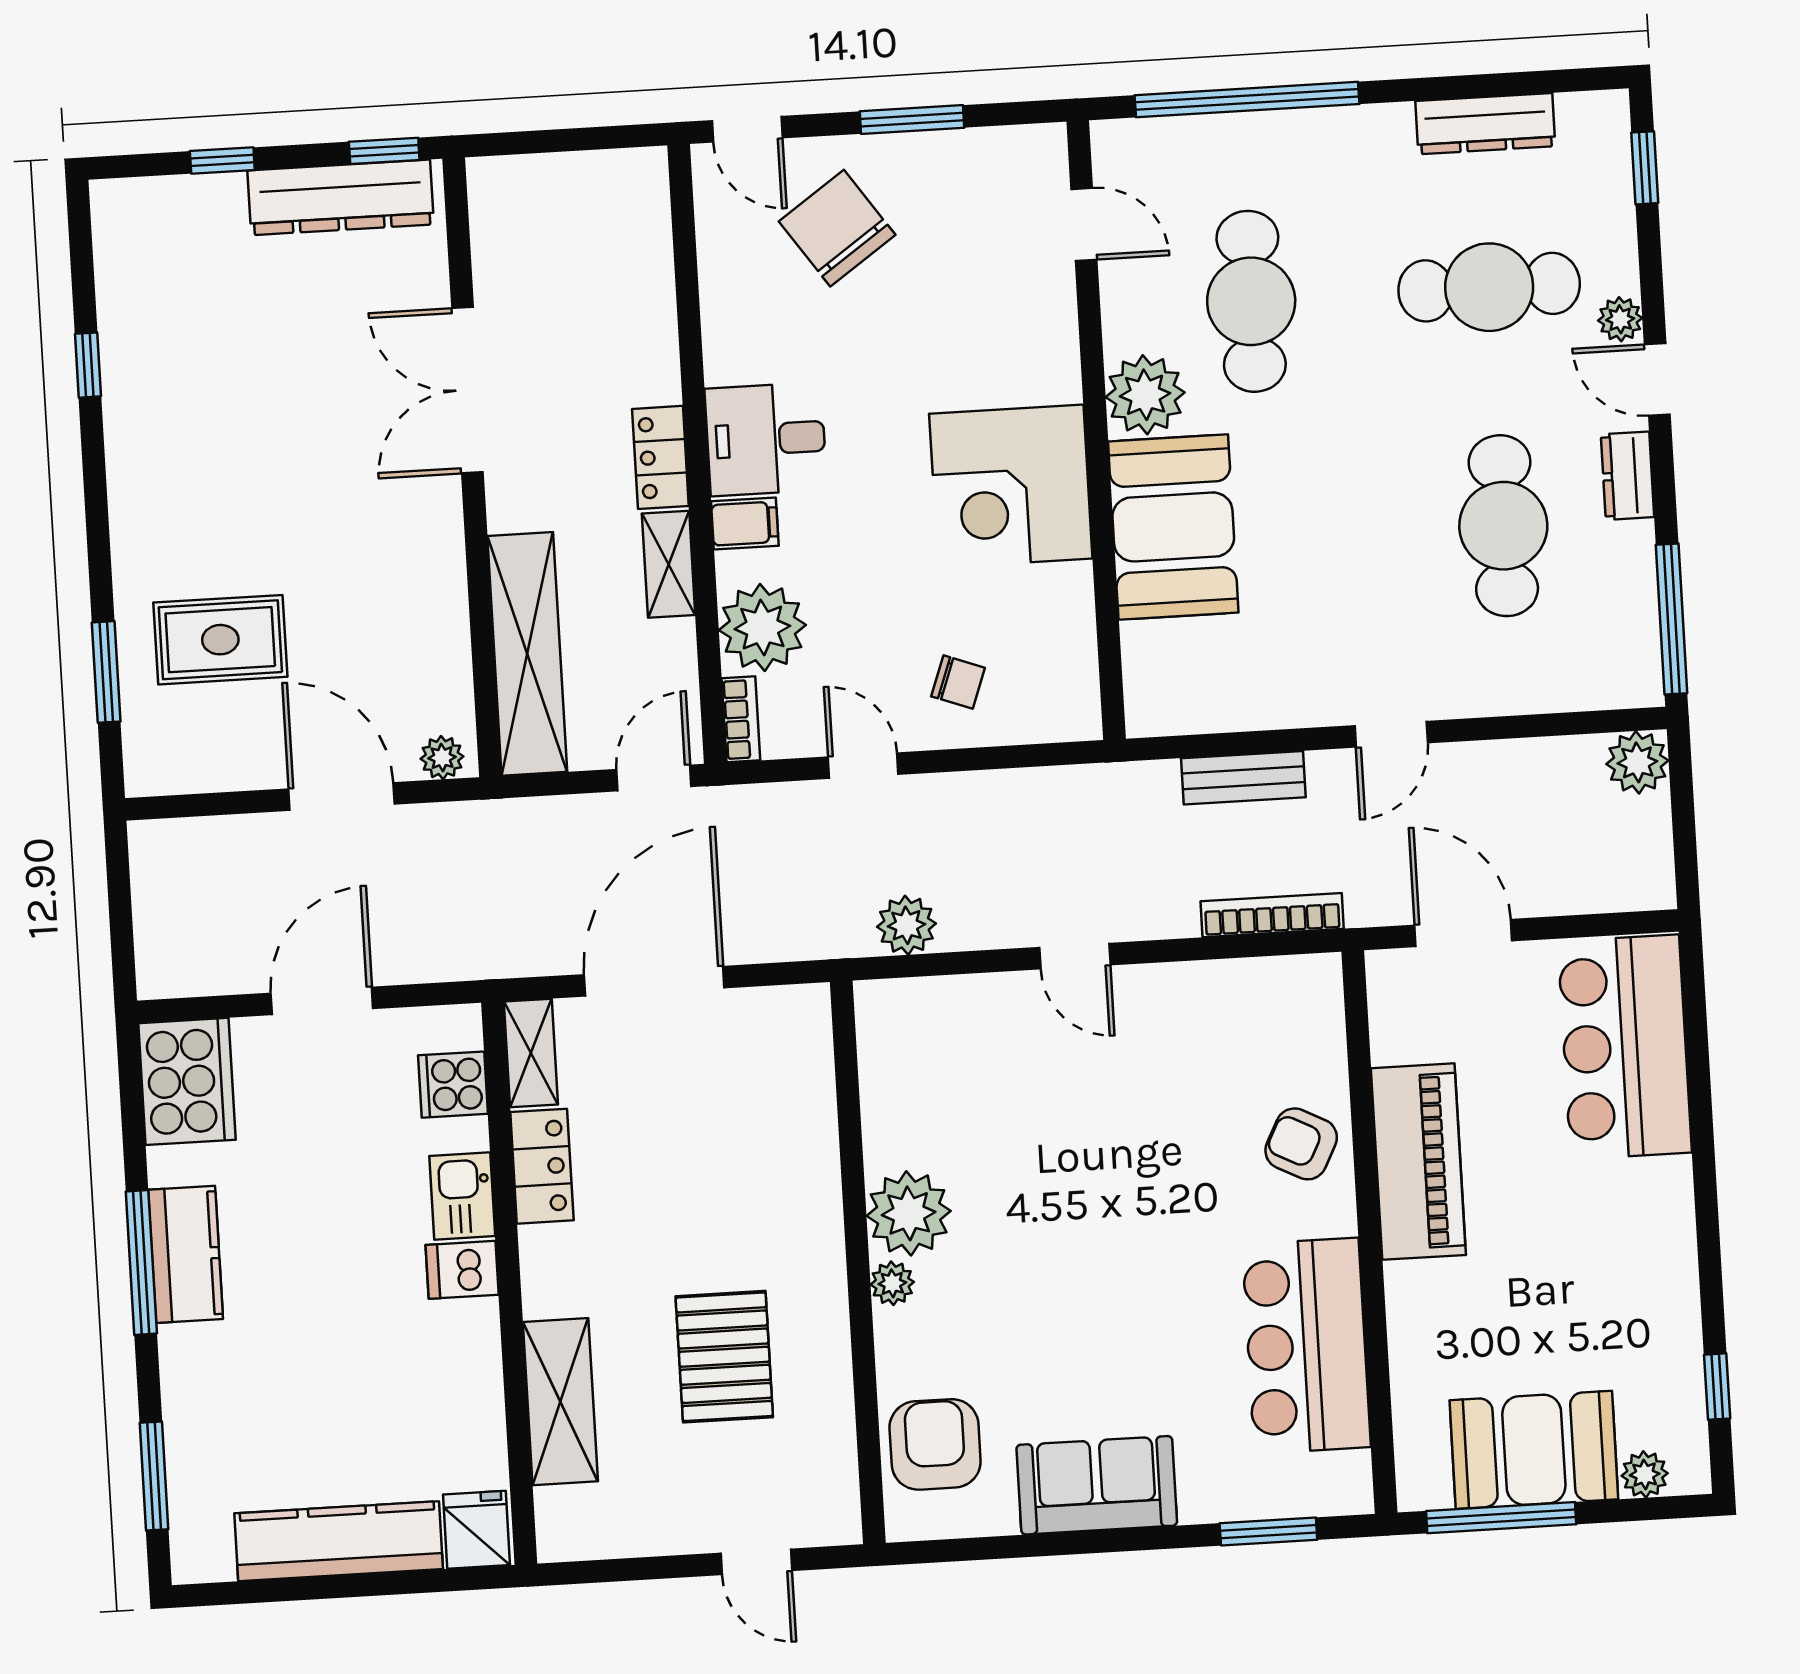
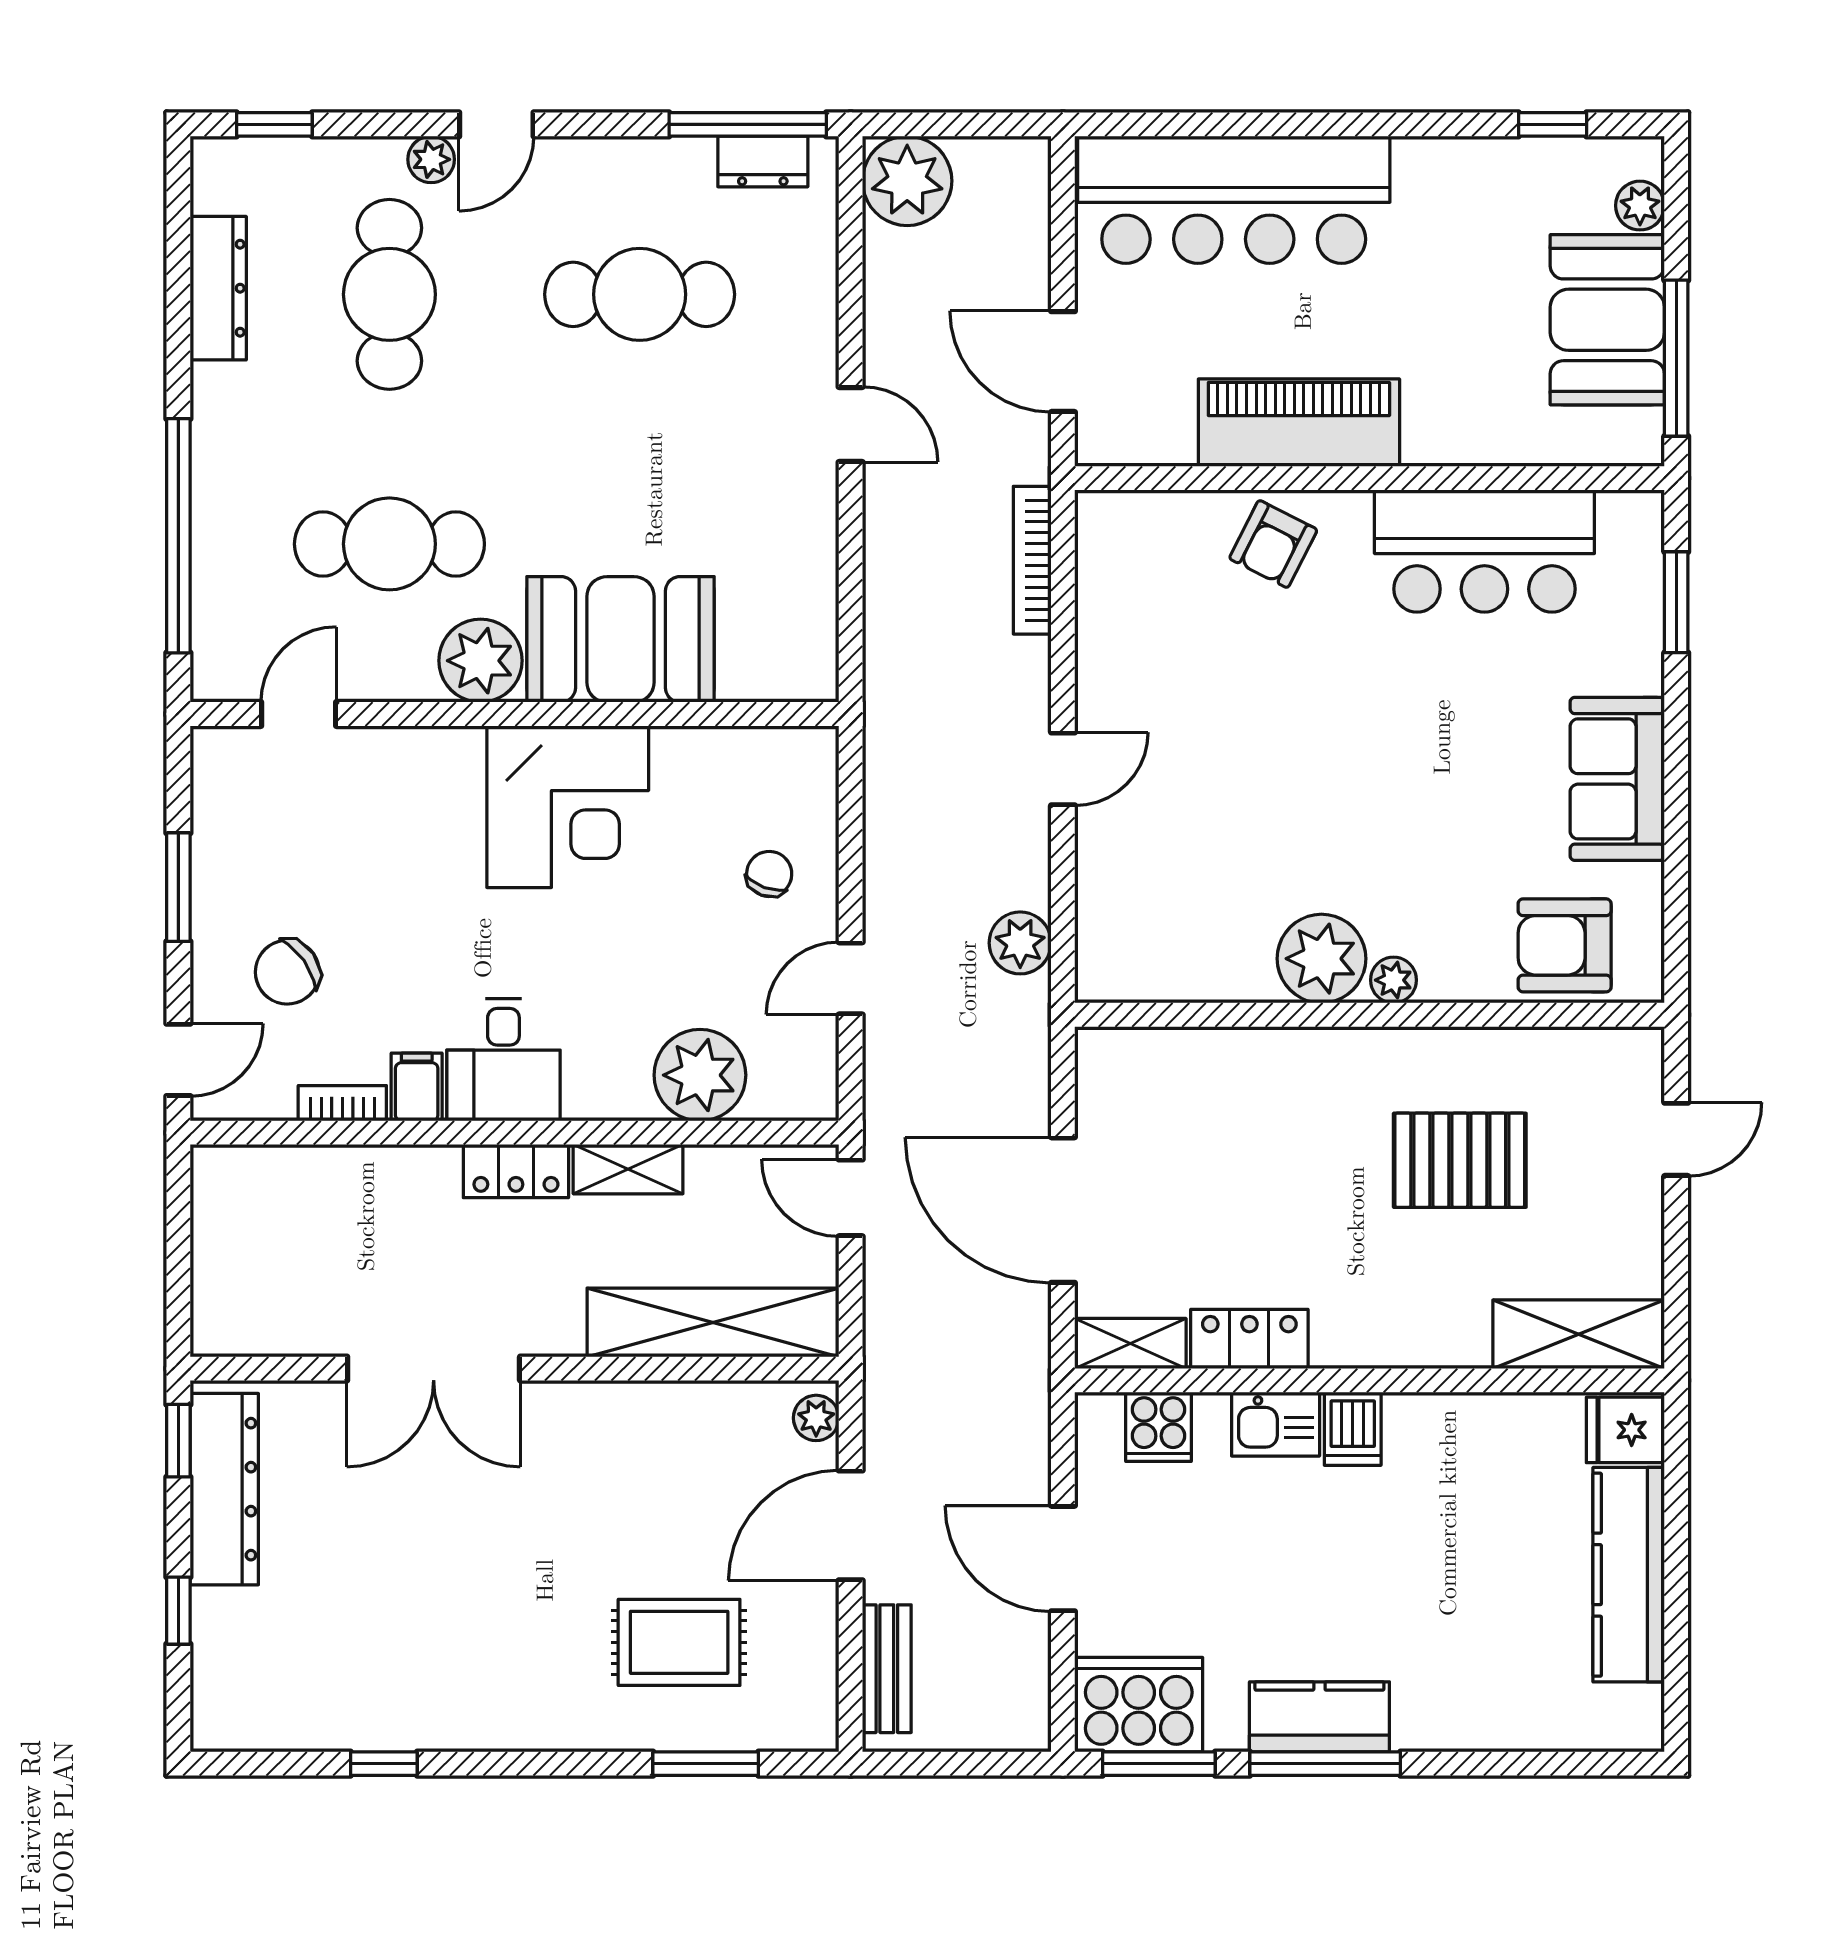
chair: (837, 228) -> (287, 972), width x0.73, depth x0.73
dresser: (1627, 476) -> (763, 161), moved
filing cabinet: (745, 524) -> (417, 1087), moved
rug: (220, 640) -> (679, 1642), turned 90
bookcase: (741, 719) -> (342, 1103), moved
plant: (1637, 762) -> (907, 181), width x1.36, depth x1.36
bench: (1243, 778) -> (887, 1669), moved
door: (1463, 933) -> (1063, 362), hinge flipped
bar counter: (1625, 1047) -> (1234, 200), width x1.36
shelving: (560, 1402) -> (1579, 1334), moved
window: (154, 1476) -> (1159, 1764), moved

